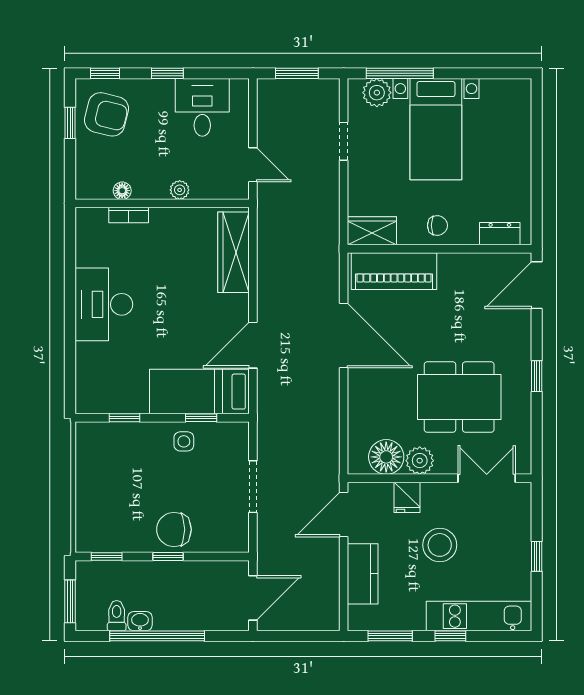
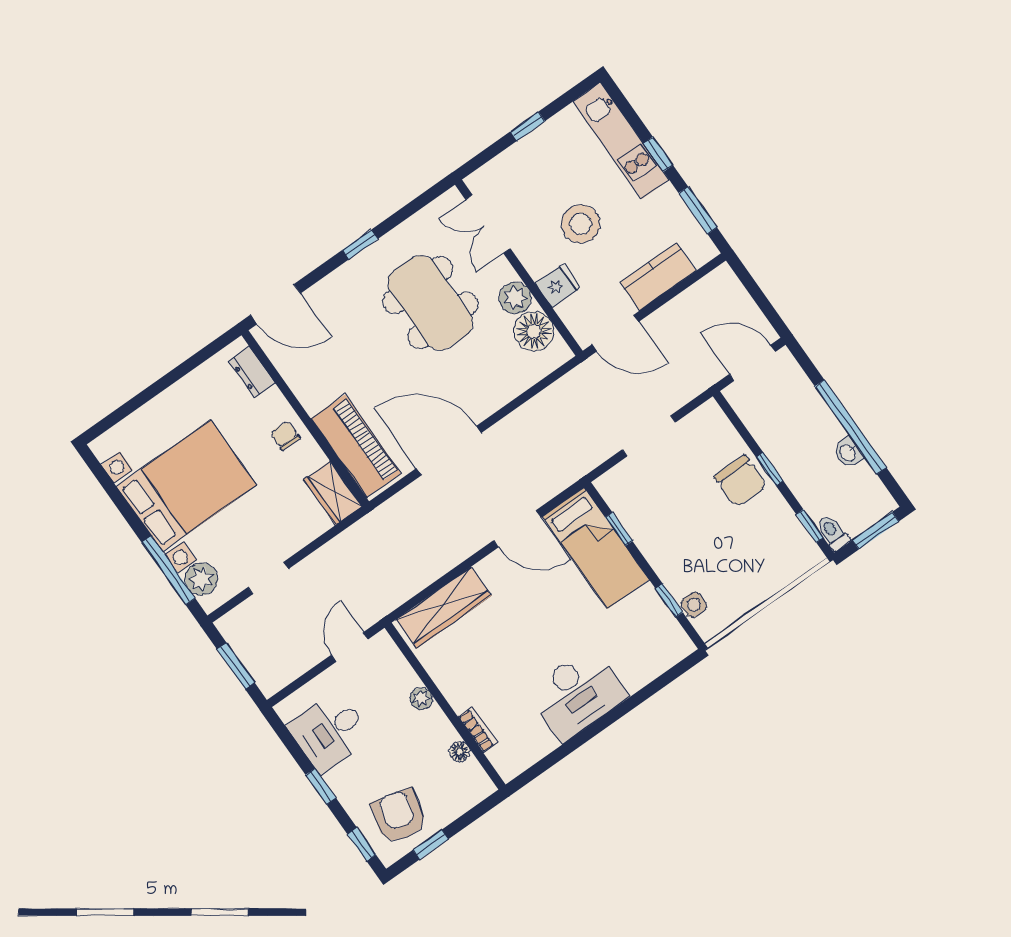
bed with nightstands: (436, 129) -> (186, 486), width x1.36
door: (344, 335) -> (449, 451), hinge flipped
side table: (184, 441) -> (694, 605), moved
toilet: (117, 616) -> (833, 533), moved, turned 90

